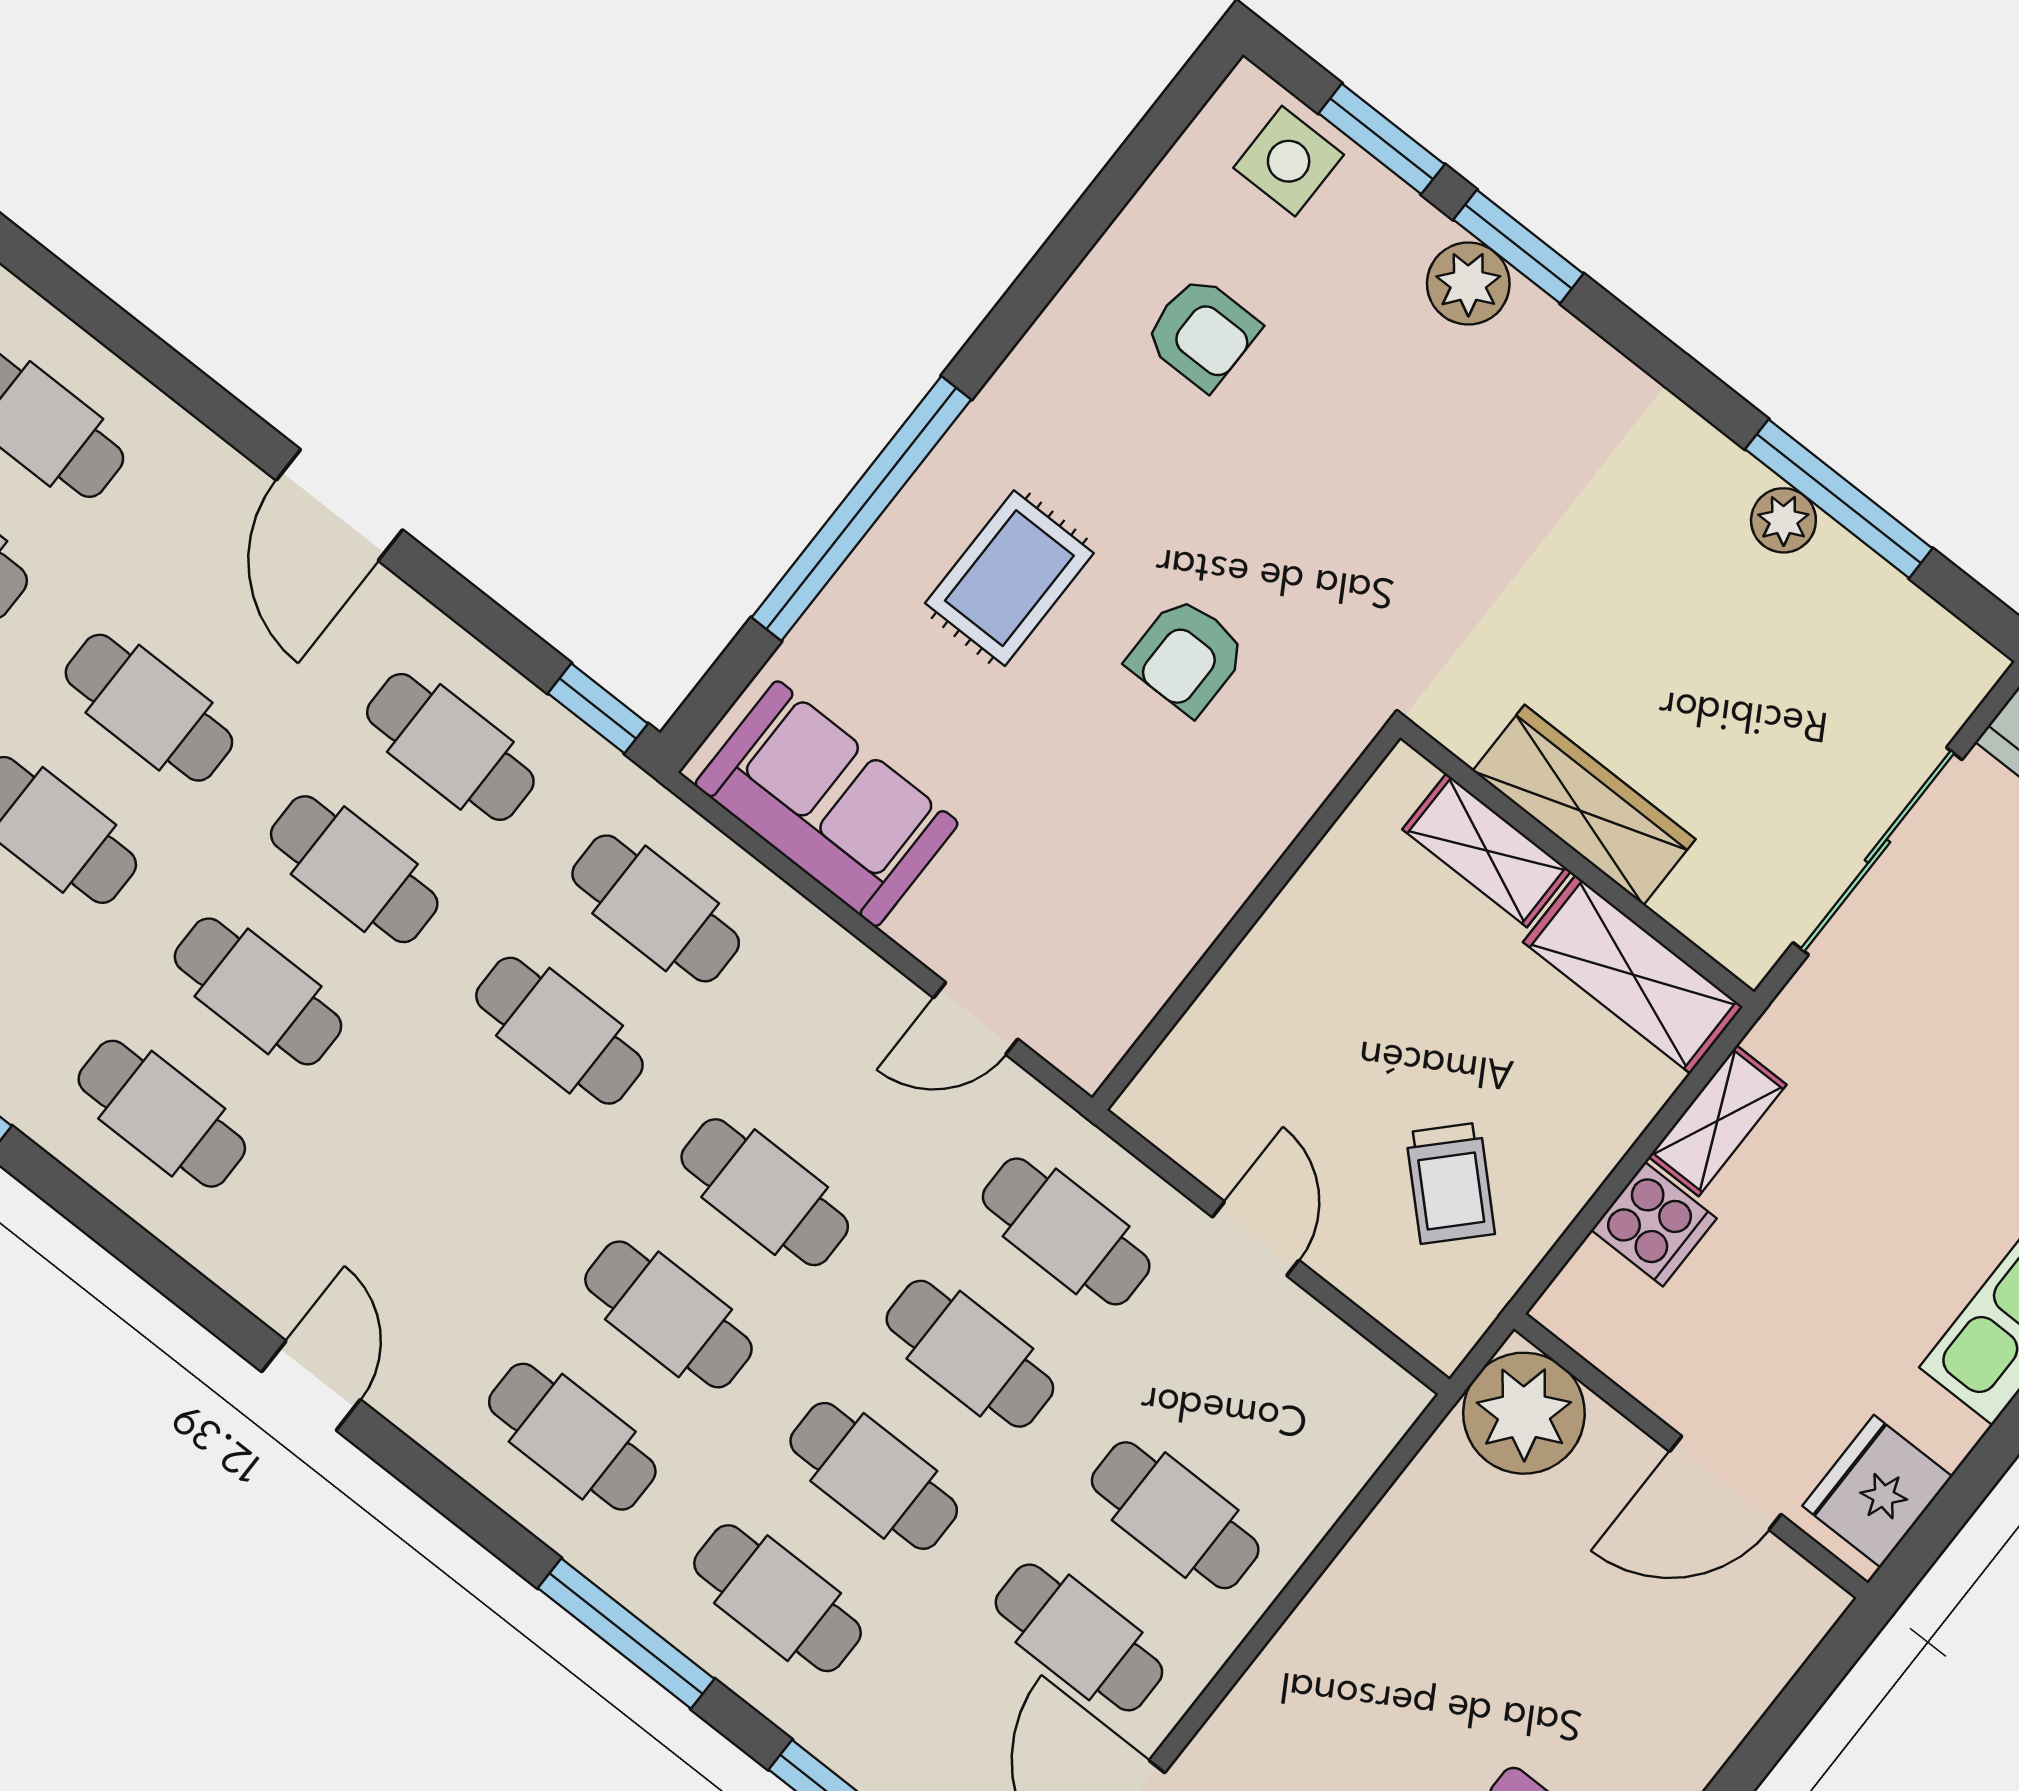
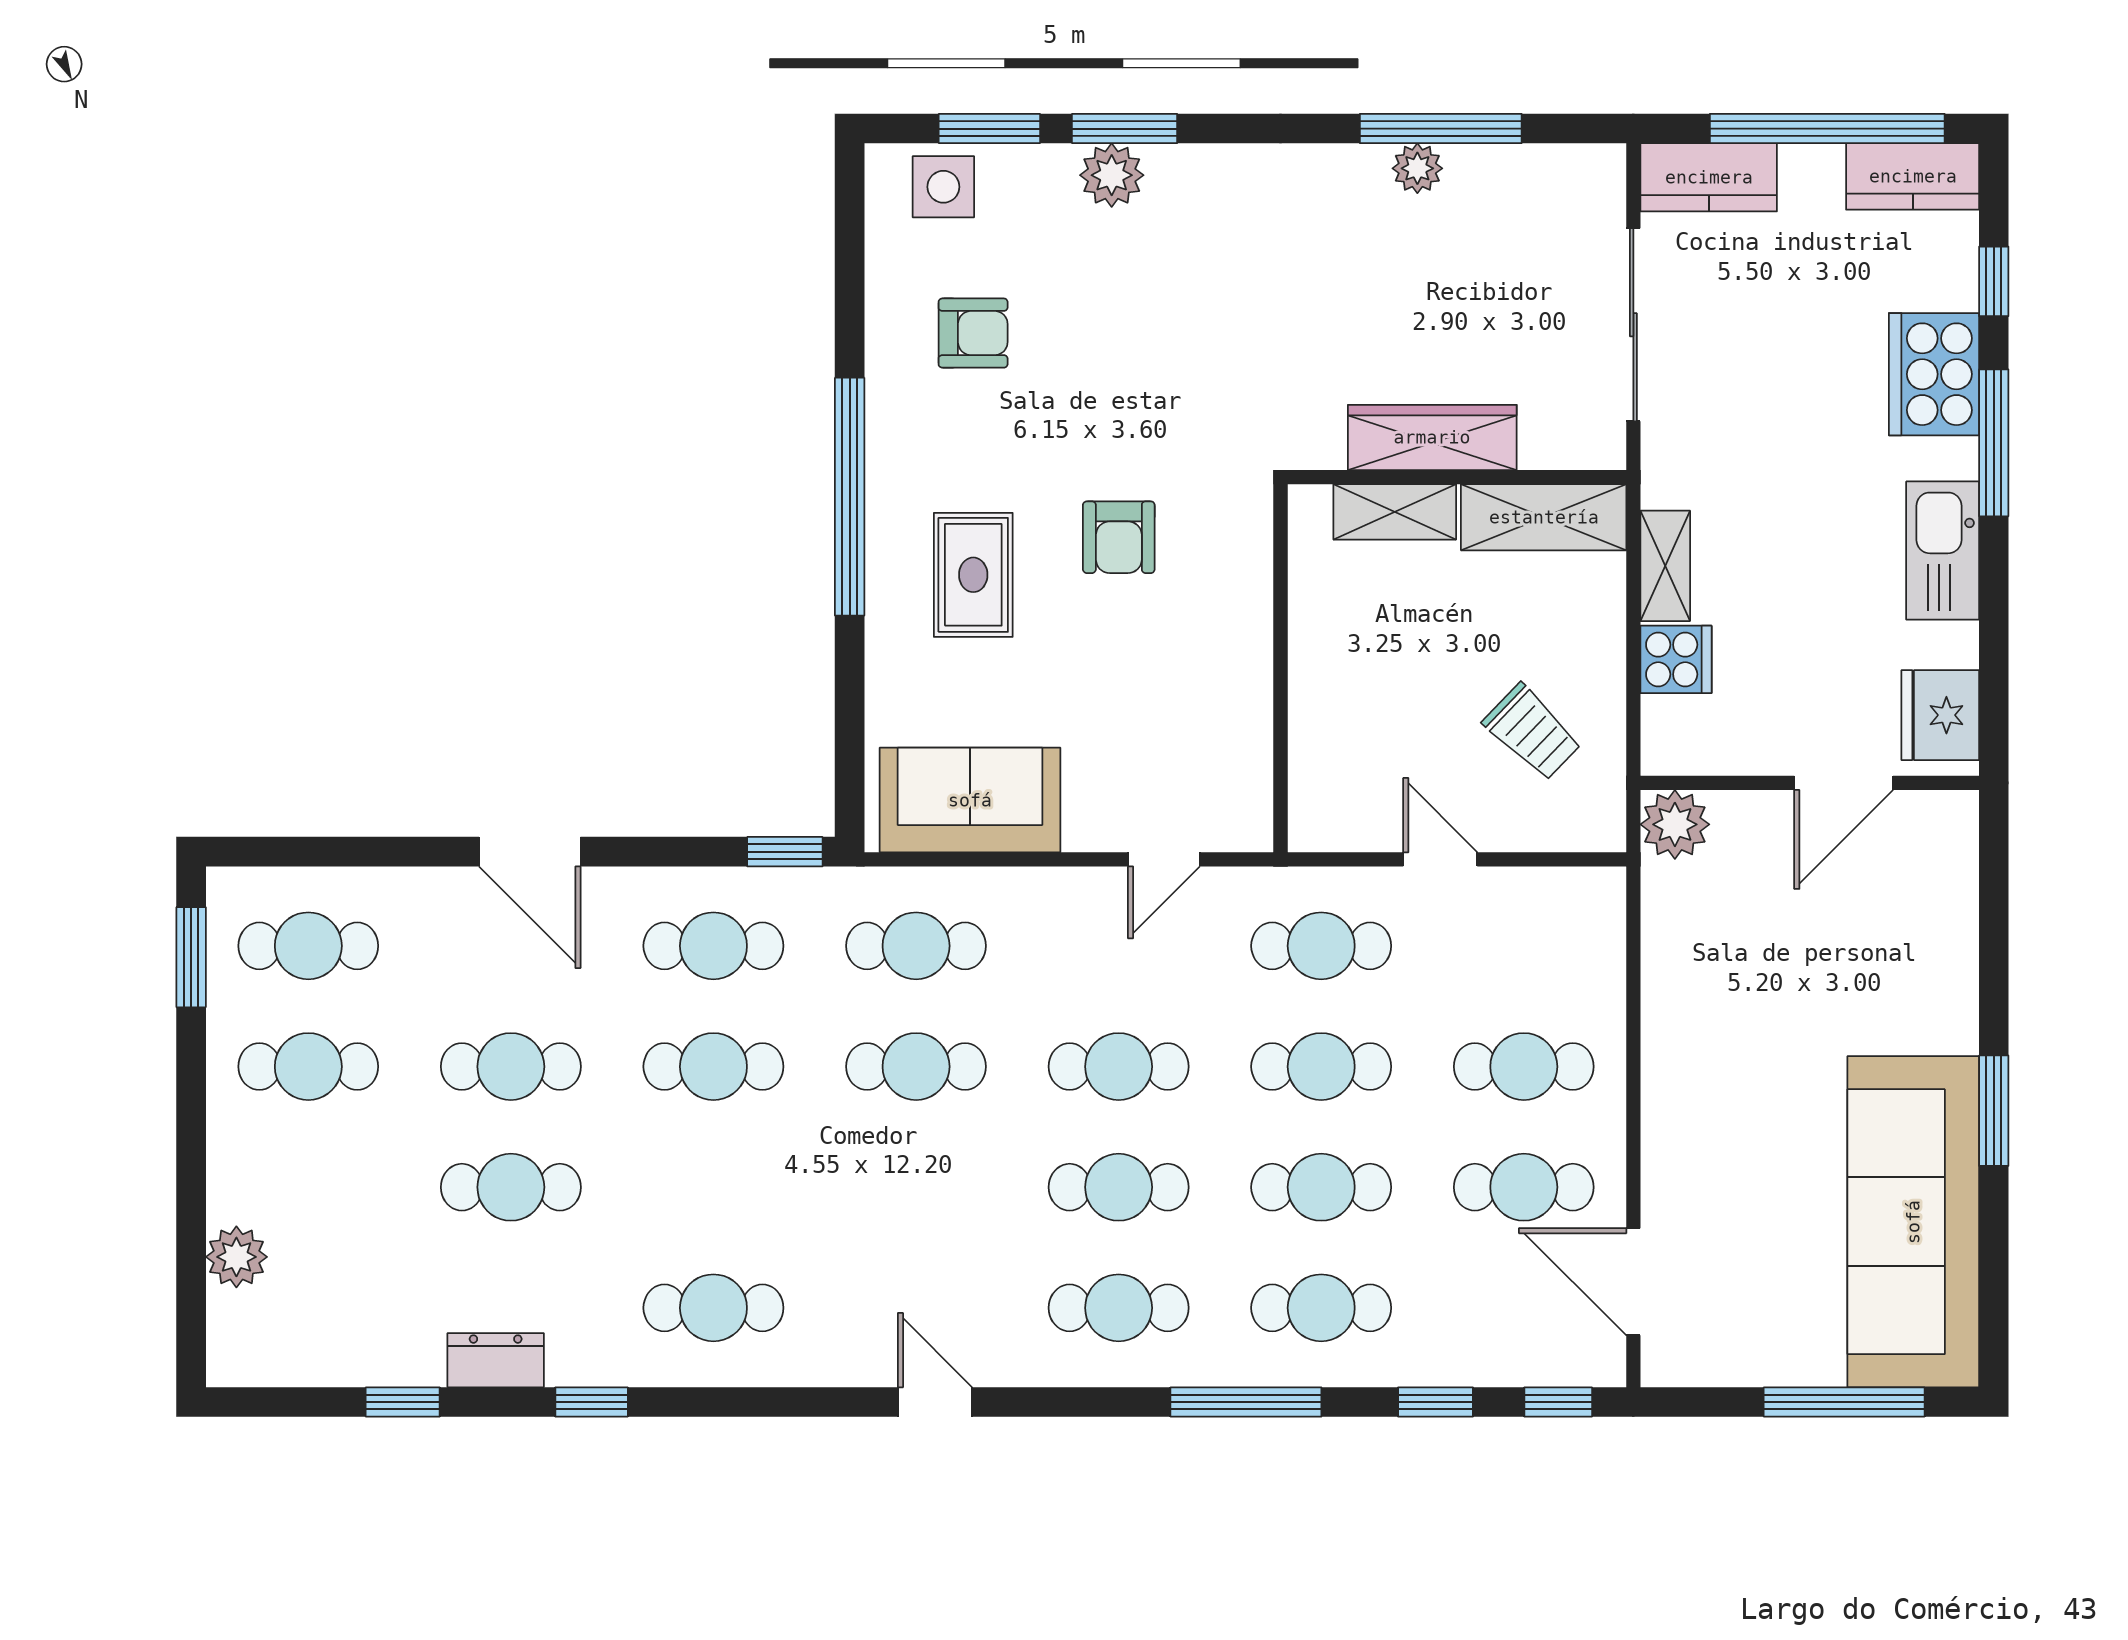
window: (861, 508) -> (850, 497), moved
cafe table: (258, 991) -> (713, 1187), removed
plant: (1524, 1413) -> (1675, 824), width x0.73, depth x0.73

